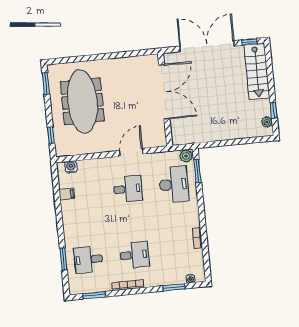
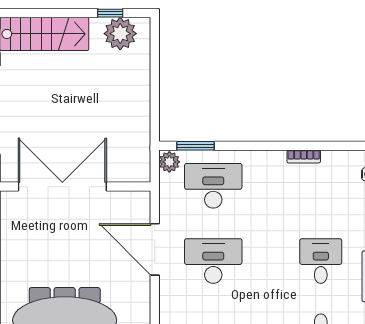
plant: (267, 122) -> (120, 34), width x1.87, depth x1.87
door: (131, 152) -> (155, 249), width x1.36
desk: (128, 189) -> (213, 261), width x1.37

